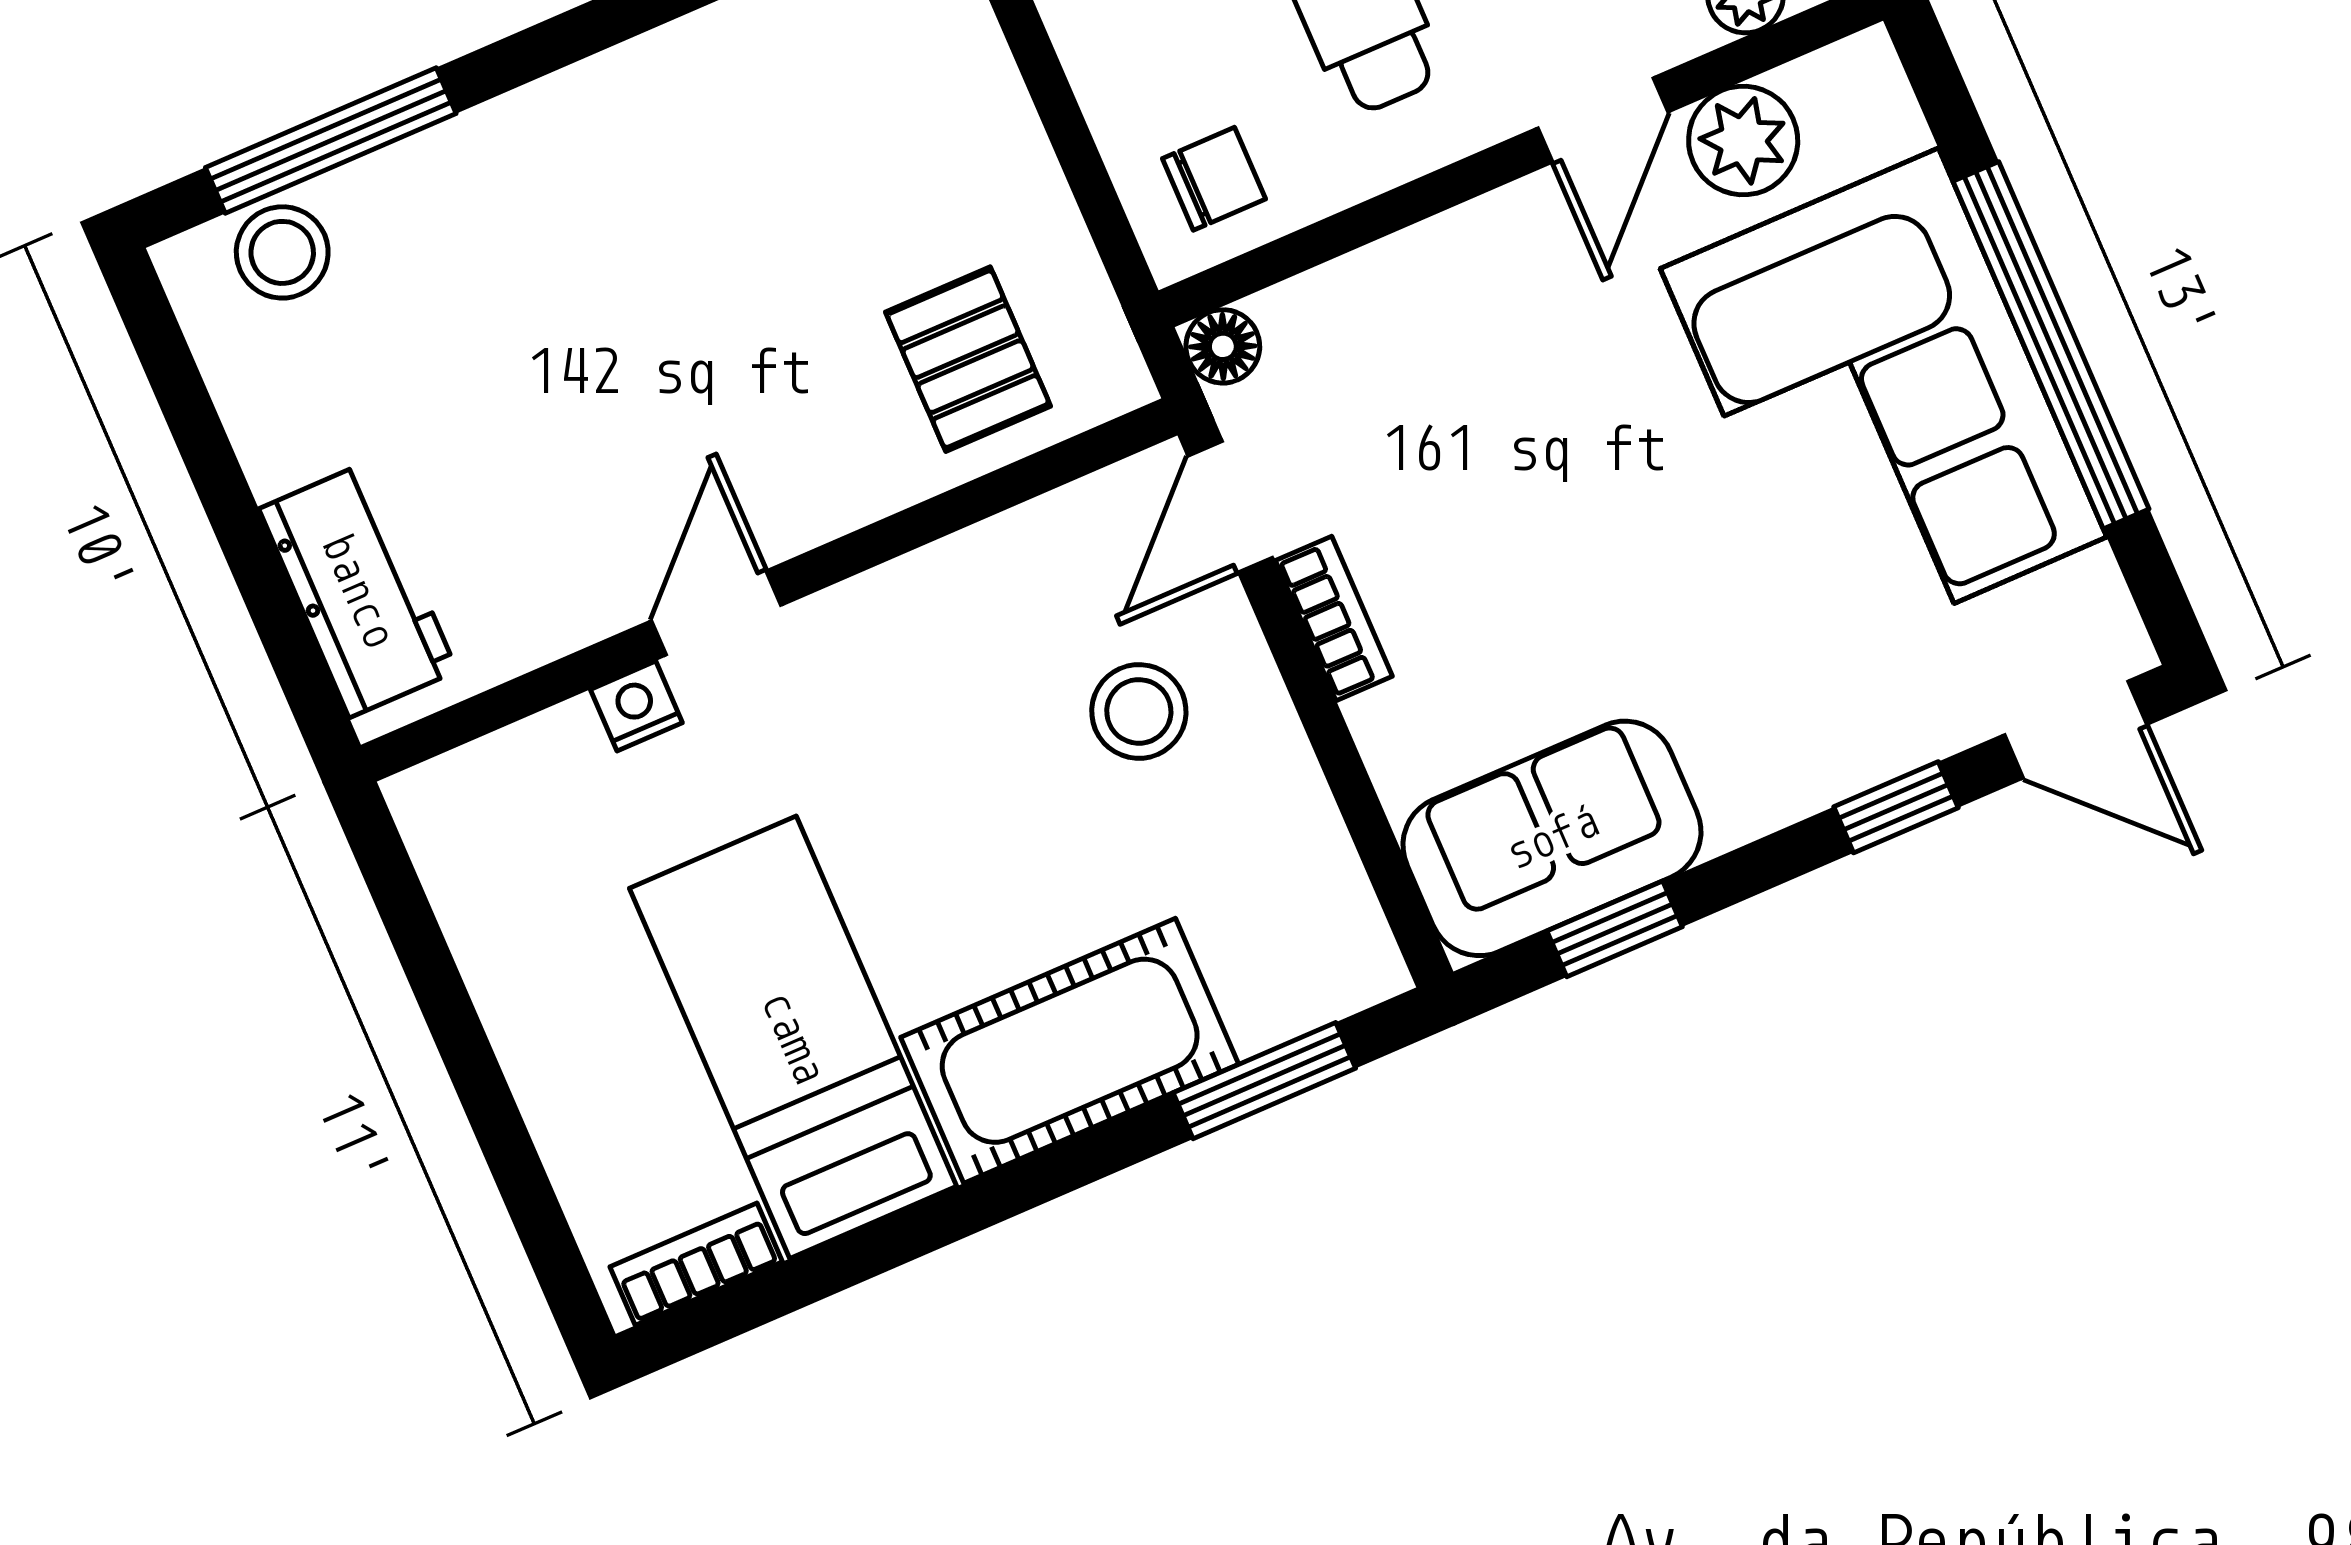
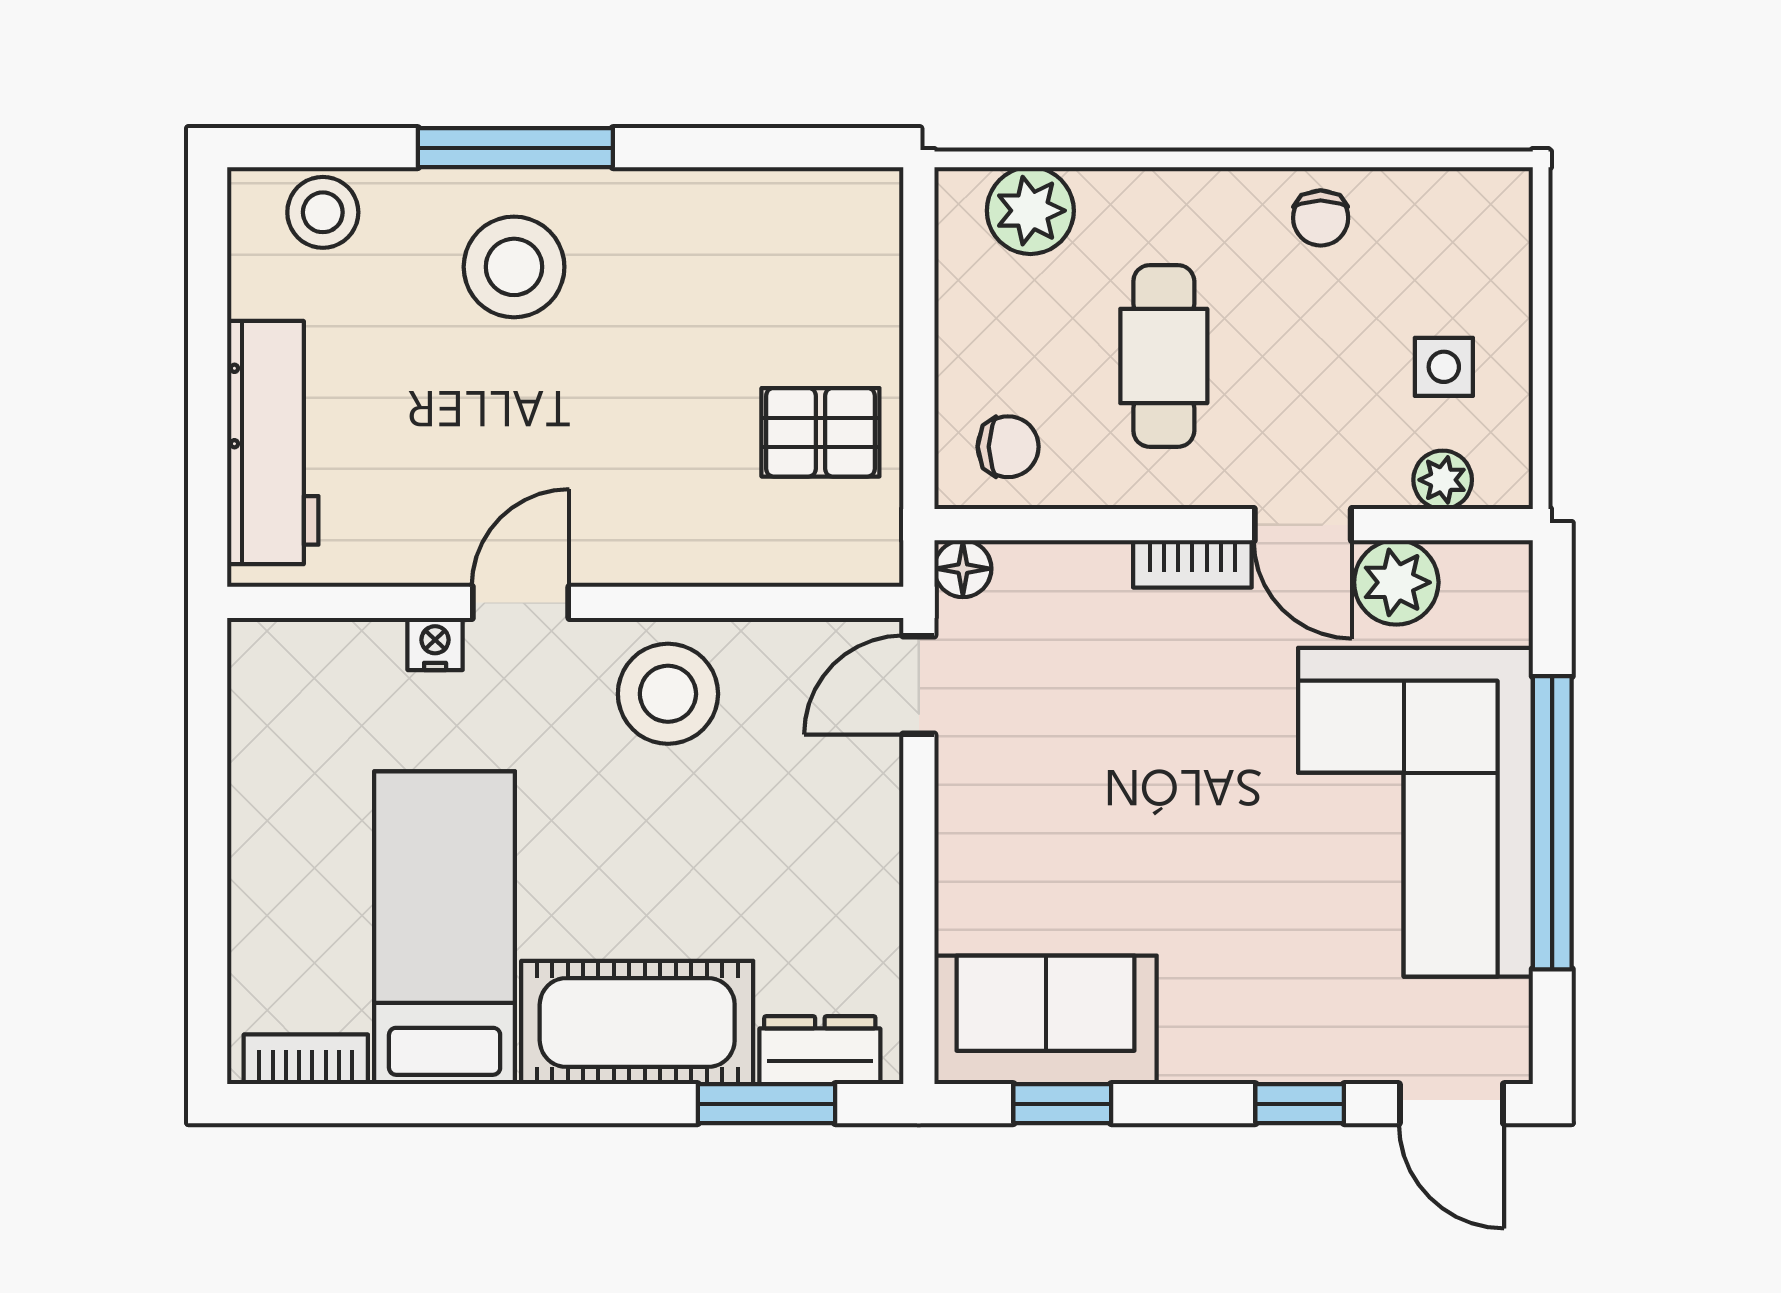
door: (1603, 120) -> (1303, 525), hinge flipped
window: (331, 140) -> (515, 148), moved
stool: (537, 219) -> (514, 267), added
pallet: (968, 359) -> (820, 432), moved, turned 90
workbench: (358, 590) -> (273, 443), width x1.38
bookcase: (1334, 618) -> (1192, 564), moved, turned 90
stool: (1139, 711) -> (668, 694), moved, width x1.38, depth x1.38
dresser: (1300, 990) -> (820, 1050), added

